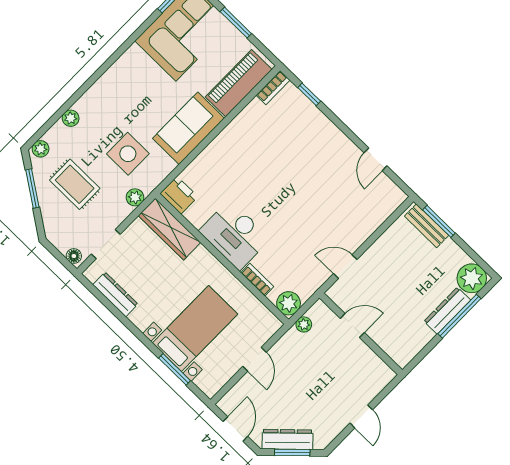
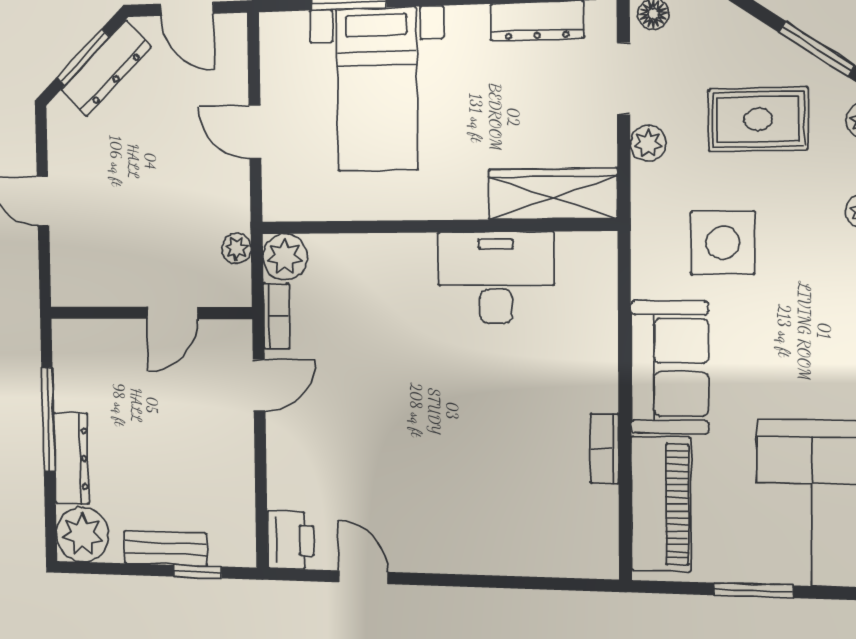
bookcase: (273, 88) -> (605, 449), moved
window: (309, 94) -> (544, 583), removed
printer: (179, 195) -> (291, 540), moved, turned -90
plant: (135, 197) -> (648, 143), moved
window: (439, 221) -> (197, 572), width x0.67
bench: (427, 226) -> (165, 548), moved
desk: (235, 235) -> (496, 278), moved
bookcase: (257, 280) -> (277, 316), moved, turned -90
window: (459, 316) -> (48, 420), moved

